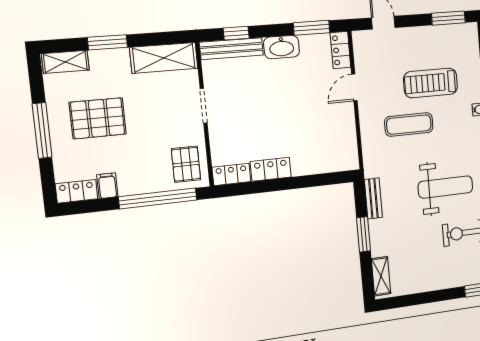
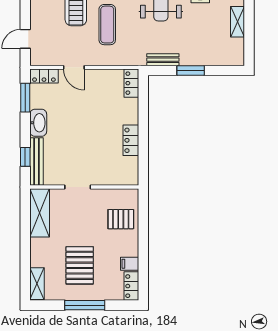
window: (107, 42) -> (25, 252), removed
pallet: (186, 164) -> (121, 219), moved
locker: (231, 174) -> (131, 83), moved
window: (158, 198) -> (143, 228), removed
shelving: (381, 276) -> (237, 22), moved, turned 90

